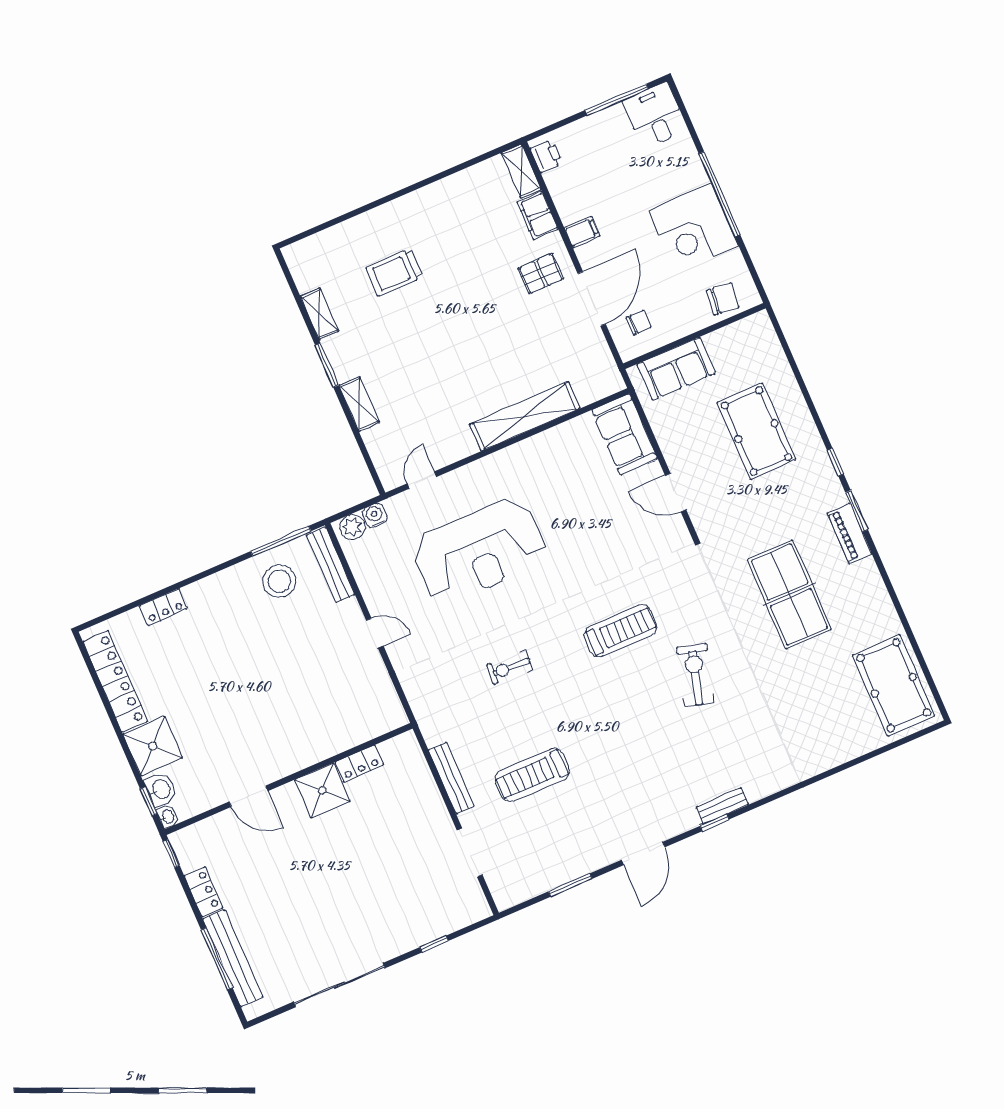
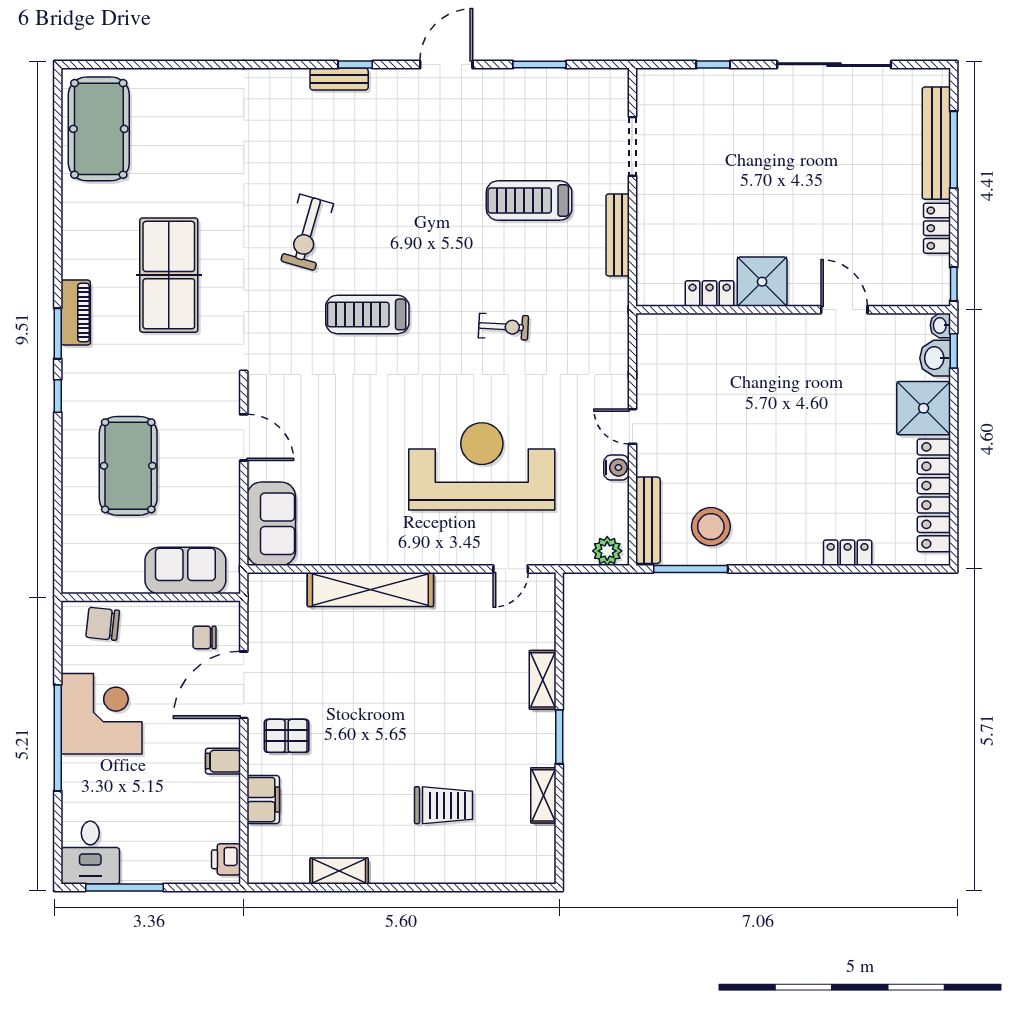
shelving: (521, 171) -> (339, 871), moved, turned 90
water cooler: (375, 515) -> (616, 468), moved, turned -90
treadmill: (532, 775) -> (529, 201), turned 180

